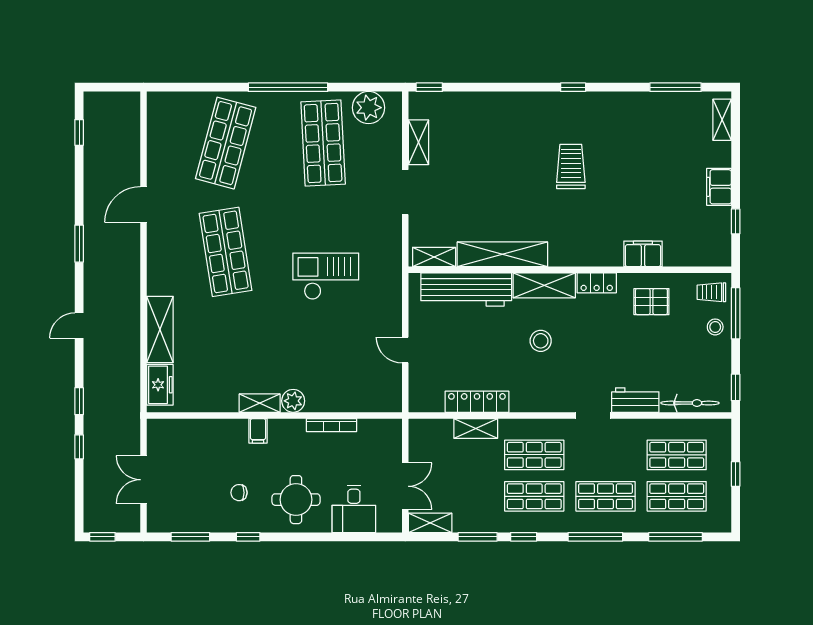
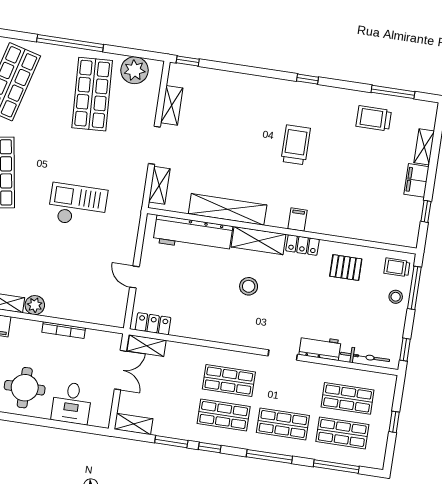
shelving: (722, 120) -> (424, 147), moved
trolley: (658, 121) -> (374, 118), added
filing cabinet: (643, 254) -> (297, 220), moved, width x0.50
shelving: (434, 257) -> (159, 185), moved, turned 90
locker: (477, 402) -> (153, 324), moved, width x0.66
shelving: (476, 428) -> (147, 346), moved
double door: (405, 486) -> (120, 370), moved

